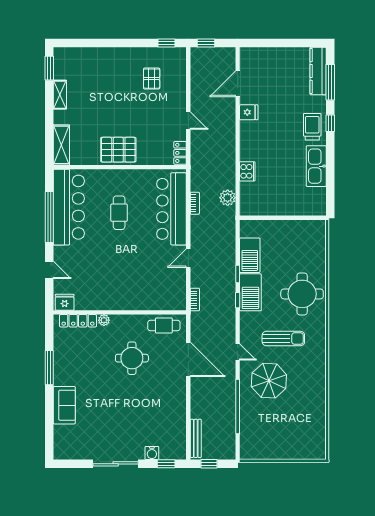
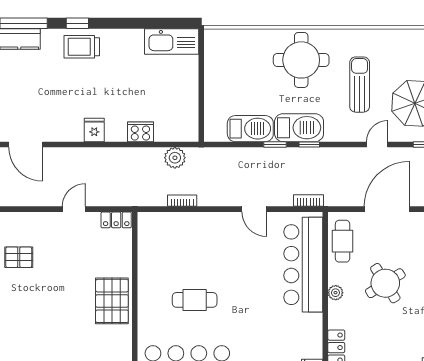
fridge: (249, 112) -> (94, 130), moved
kitchen sink: (316, 166) -> (172, 41), moved
bar counter: (171, 209) -> (303, 265), moved, turned 90
plant: (104, 320) -> (336, 293), moved
round table: (132, 358) -> (385, 283), turned -32

